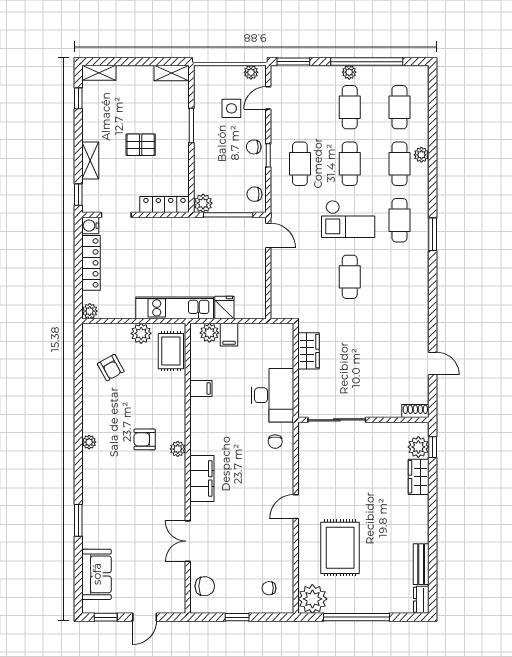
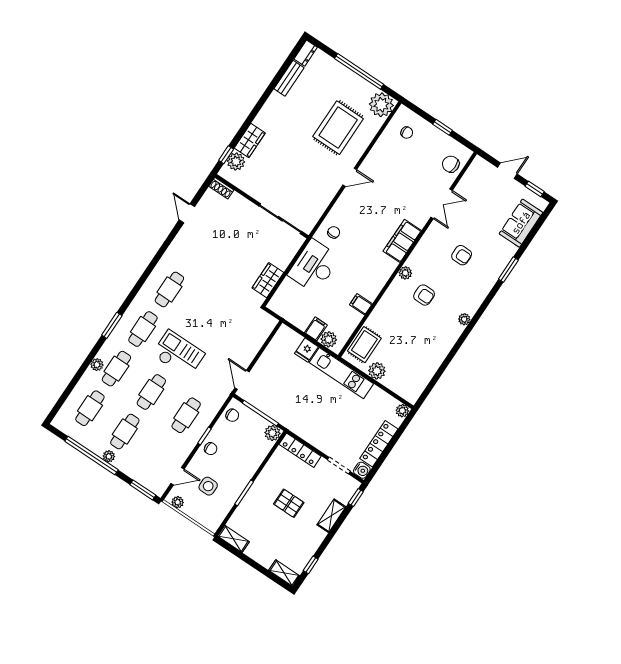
window: (433, 234) -> (112, 325), moved
cafe table: (350, 277) -> (169, 289), moved
armchair: (111, 368) -> (462, 255), moved, turned 119

